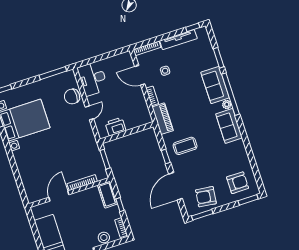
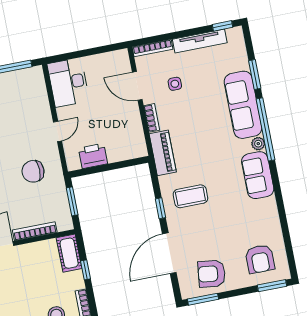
sofa: (215, 85) -> (243, 105), width x1.36
chair: (72, 96) -> (33, 171), moved
armchair: (238, 183) -> (260, 259), turned 90

